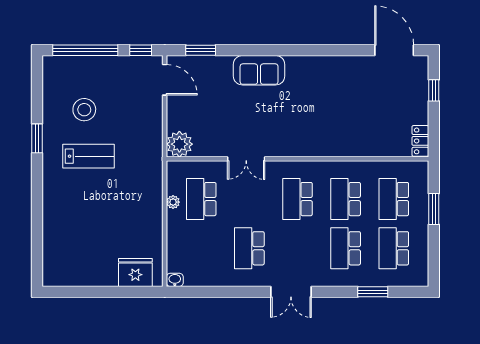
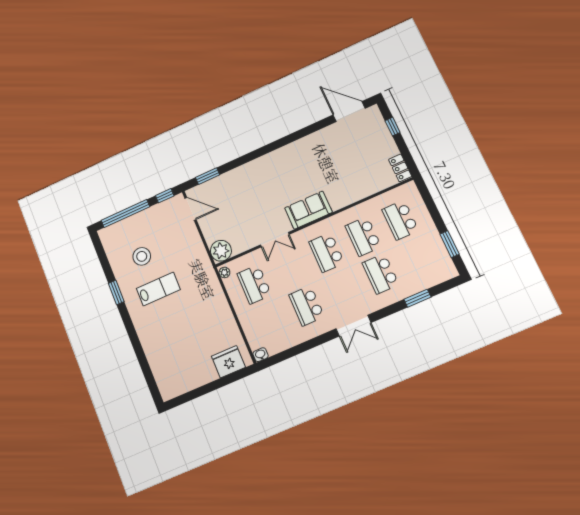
sofa: (259, 70) -> (308, 210), moved, turned 180
plant: (173, 202) -> (224, 272), moved
window: (434, 209) -> (450, 244), moved
school desk: (394, 248) -> (418, 257), removed

